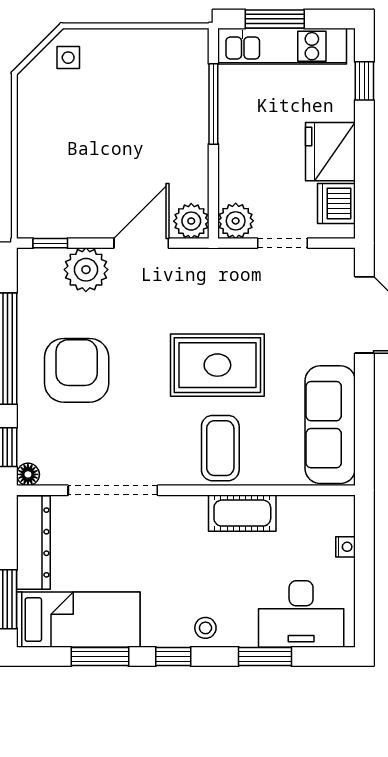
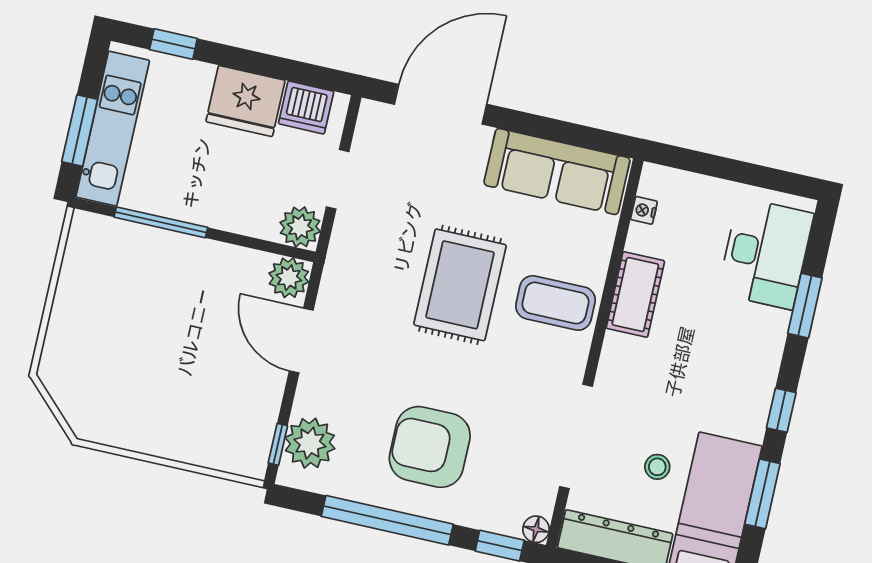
side table: (68, 58) -> (71, 376), removed
plant: (86, 270) -> (310, 443), moved
nightstand: (346, 547) -> (644, 210), moved, turned -90
stool: (205, 628) -> (657, 467), moved

